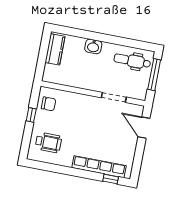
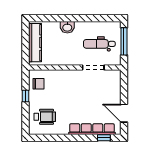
kitchen counter: (55, 49) -> (35, 43), width x1.50
dental chair: (132, 61) -> (99, 44), moved
door: (144, 128) -> (124, 113), moved

